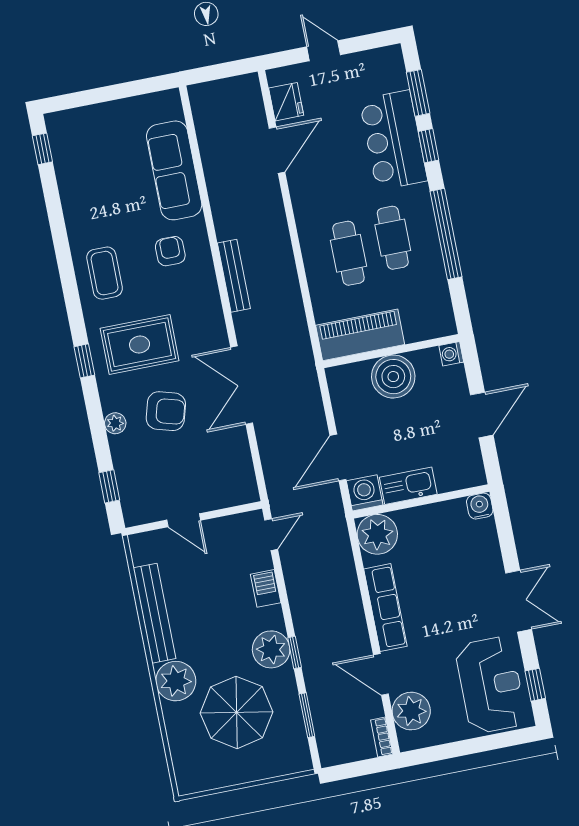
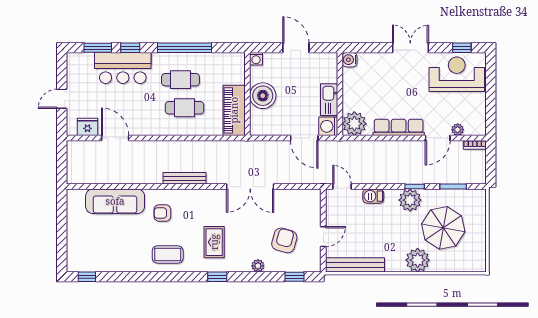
rug: (140, 345) -> (214, 242), width x0.73, depth x0.70
armchair: (166, 411) -> (284, 240), moved
bench: (154, 613) -> (355, 265), moved
plant: (411, 711) -> (458, 130), width x0.53, depth x0.53

